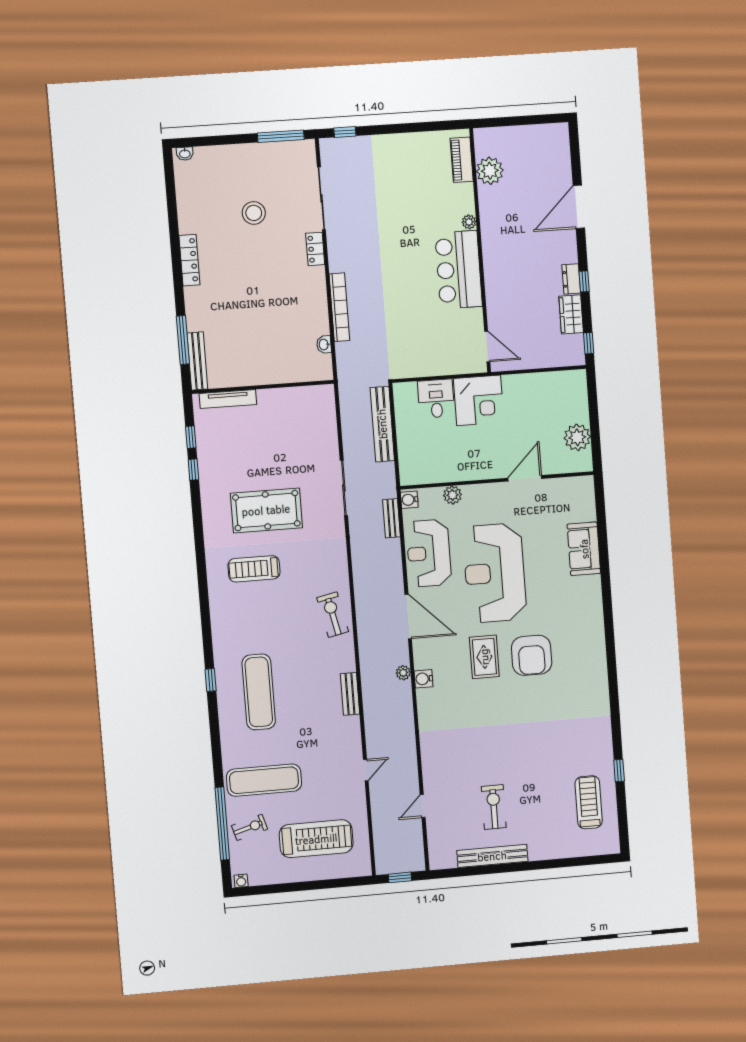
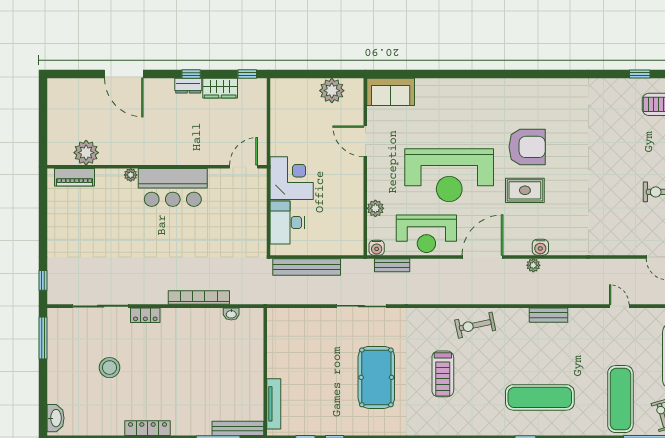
washbasin: (185, 154) -> (56, 418), width x1.91, depth x1.45
desk: (436, 399) -> (287, 222), width x1.37
sofa: (584, 549) -> (391, 92), moved
treadmill: (254, 569) -> (443, 374), moved

